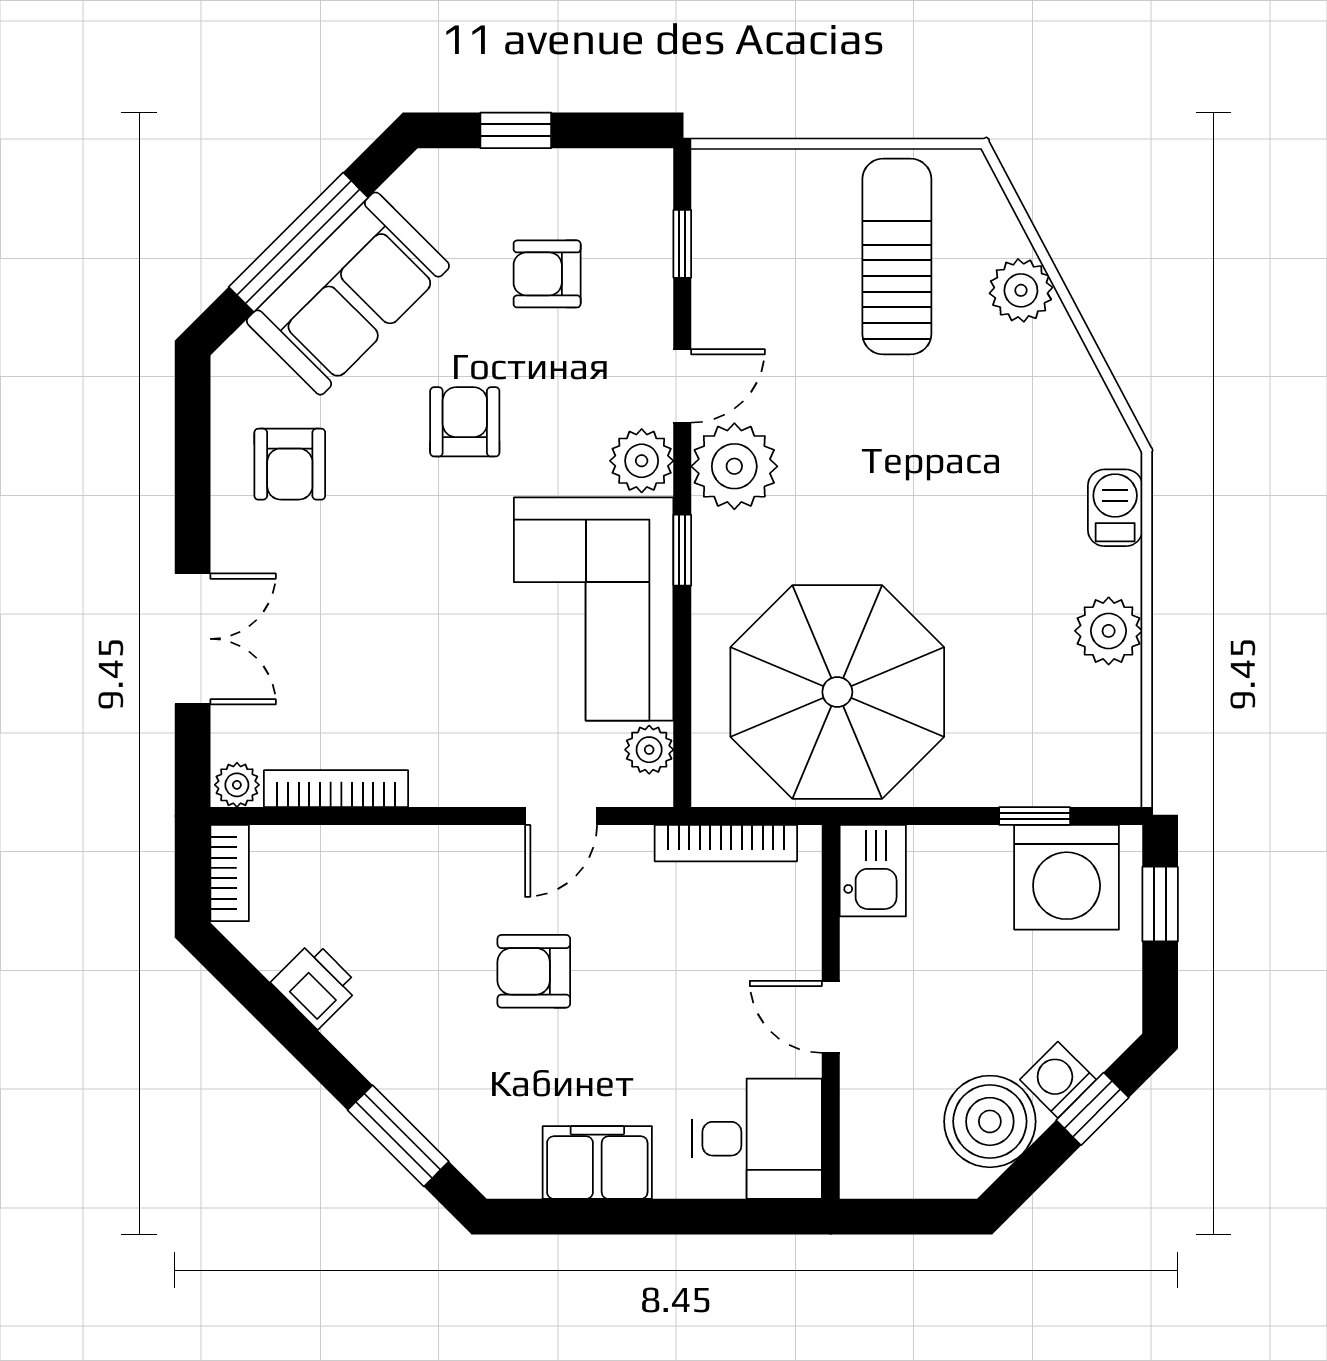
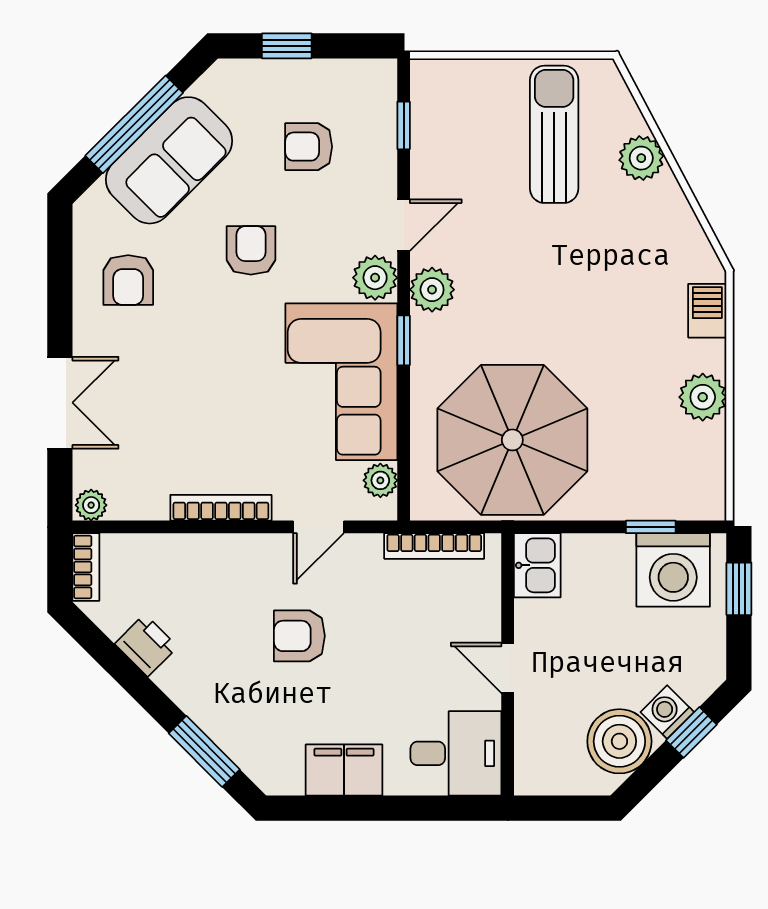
plant: (734, 466) -> (432, 290), width x0.73, depth x0.73
bookcase: (336, 789) -> (221, 508), moved

